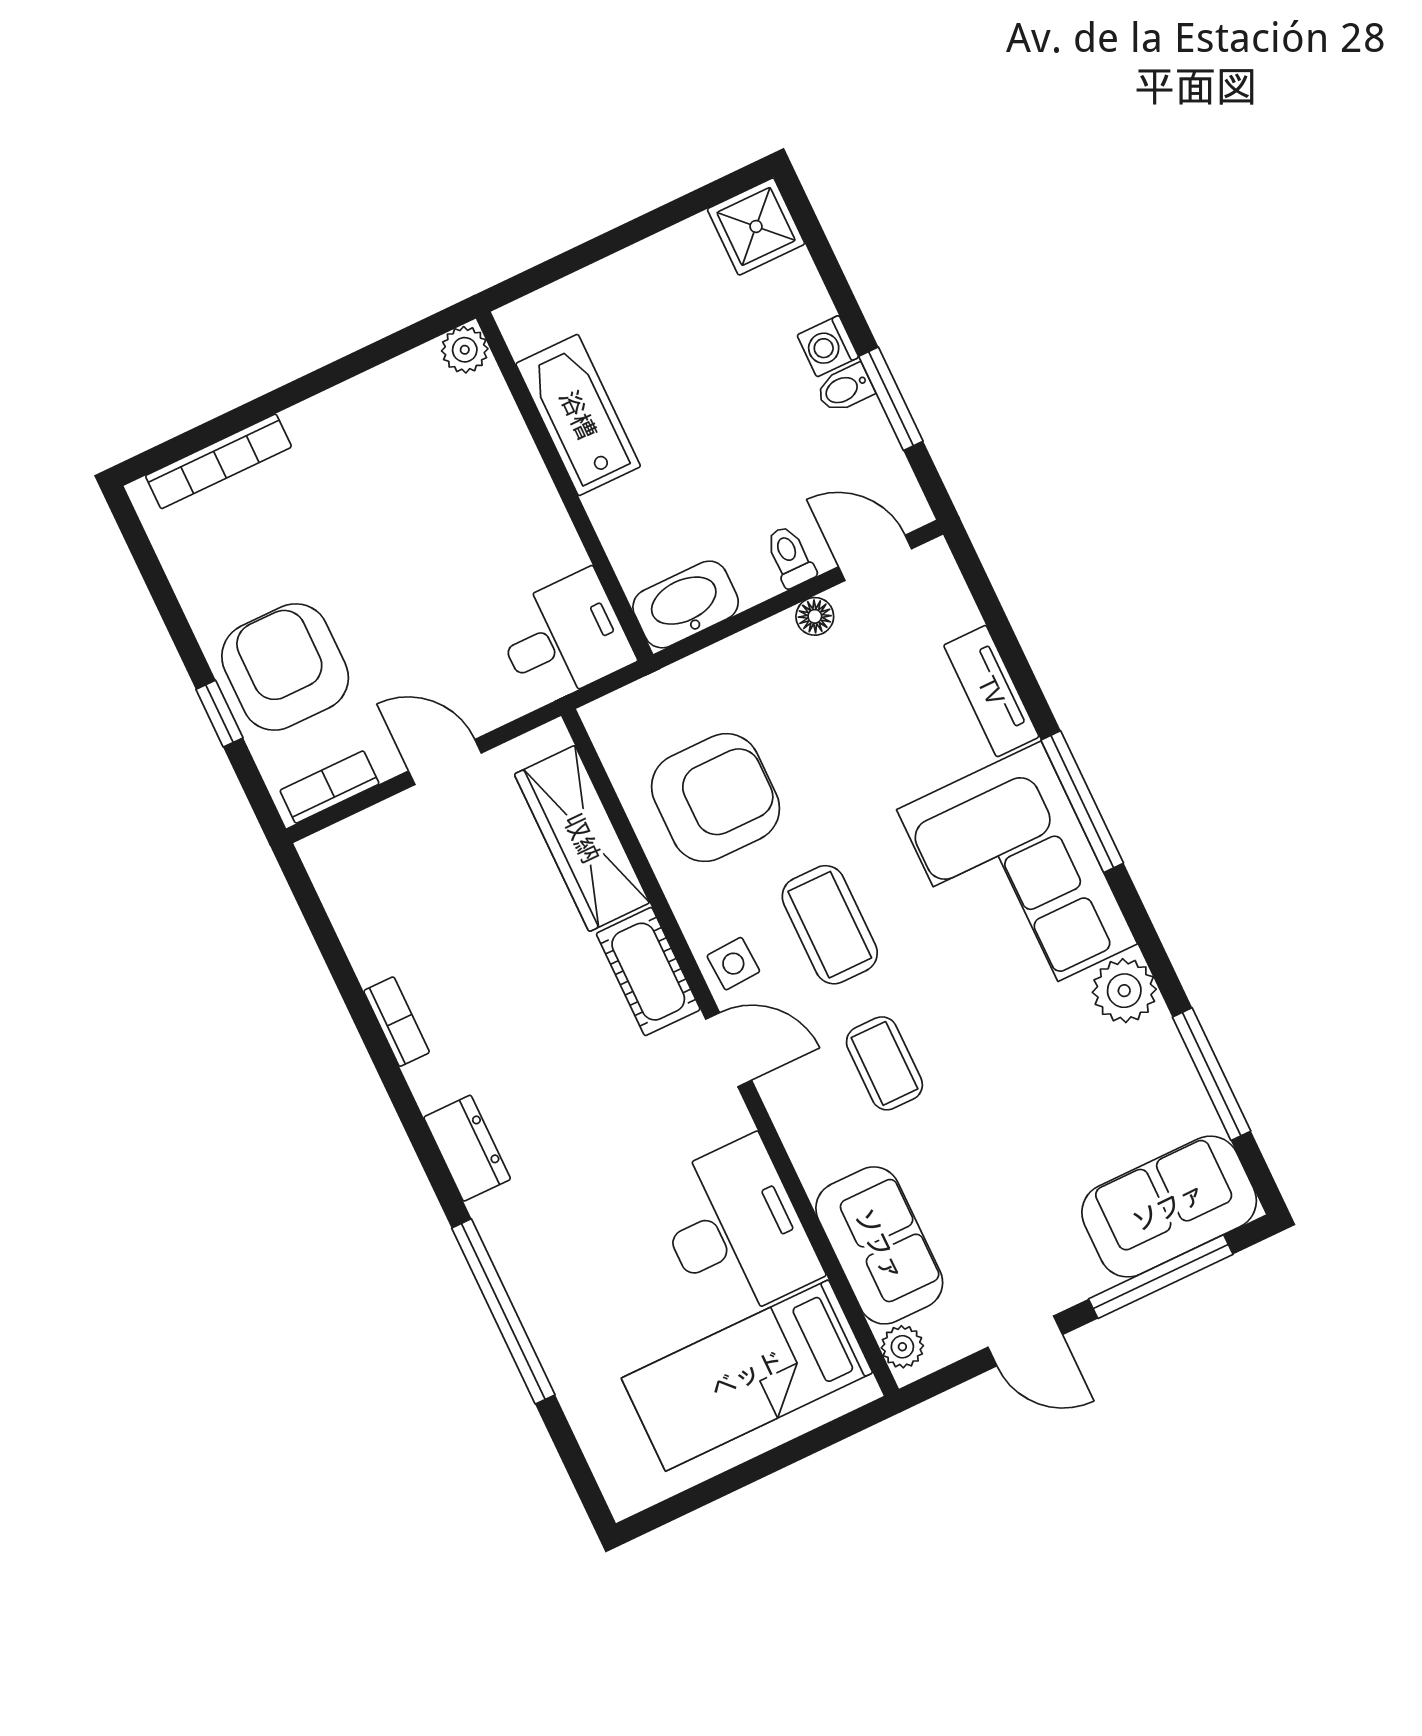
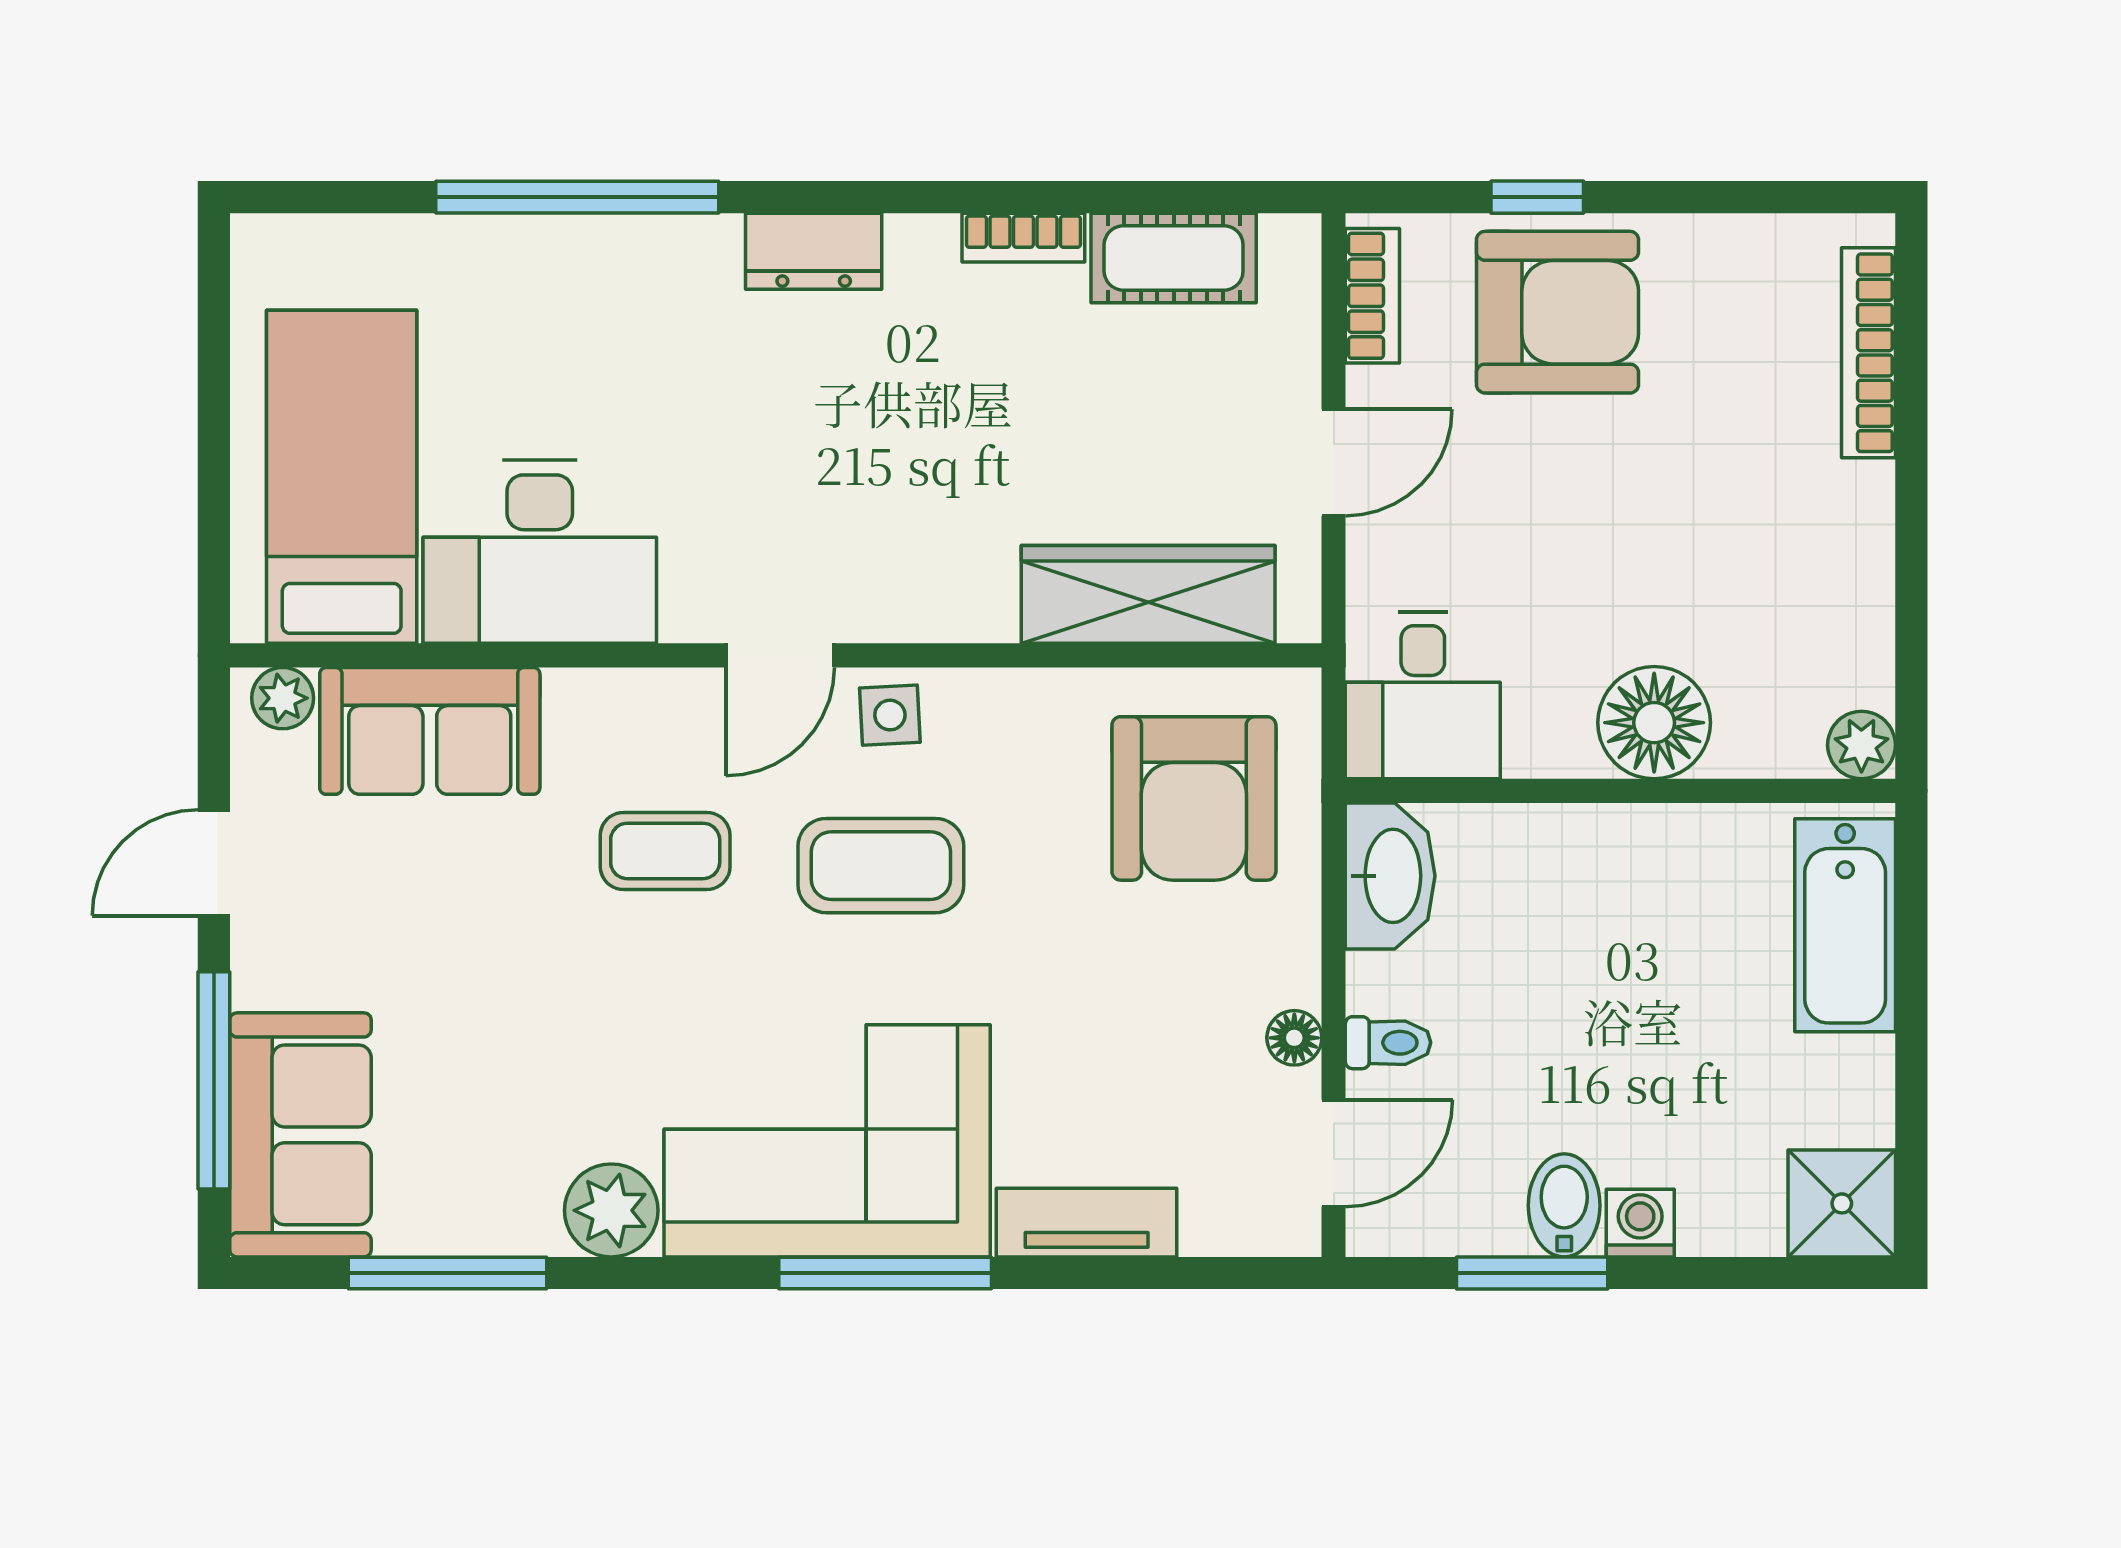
bidet: (845, 389) -> (1564, 1205), width x1.38, depth x1.36
bathtub: (578, 415) -> (1845, 925), moved, turned 90
floor lamp: (512, 485) -> (1654, 723), added
armchair: (716, 798) -> (1194, 798), moved
cot: (648, 972) -> (1174, 258), moved

